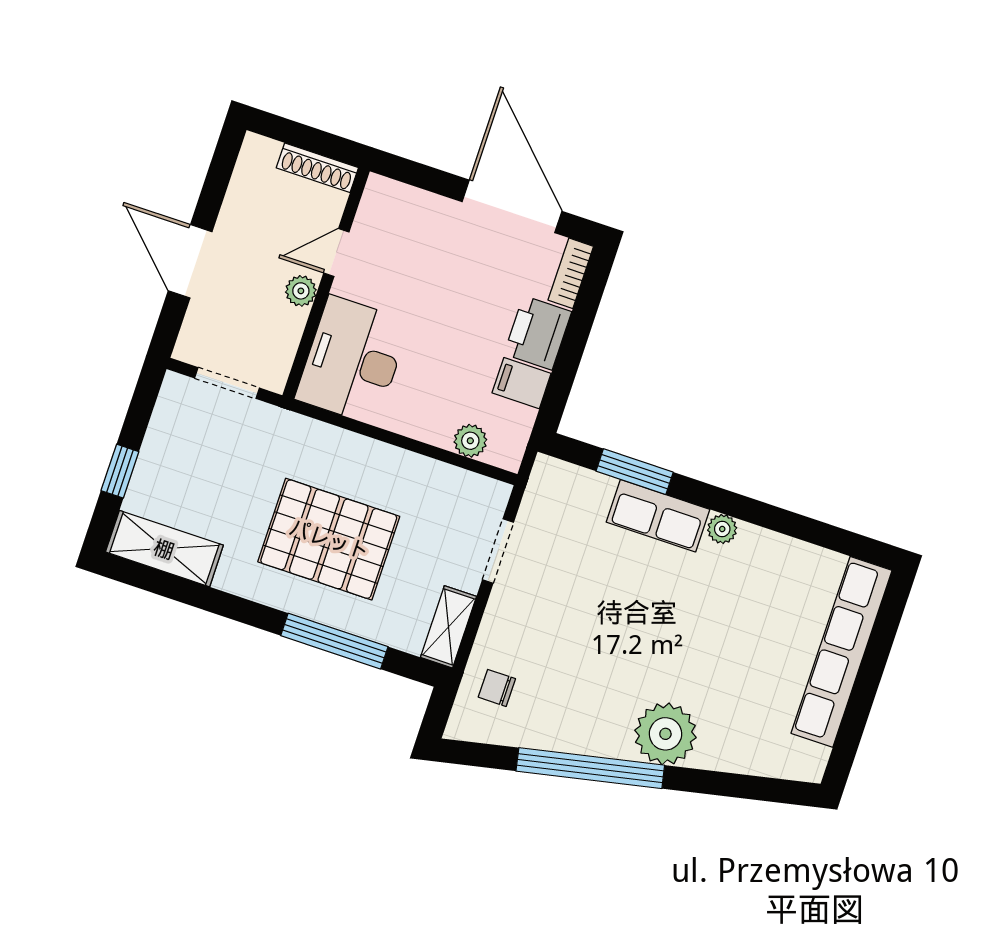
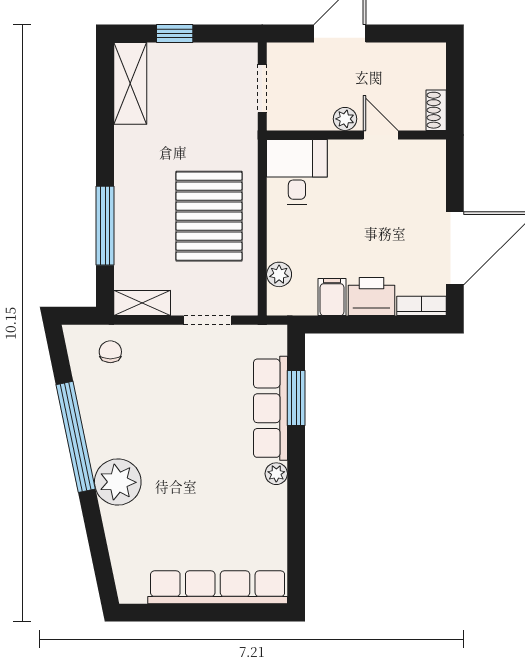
shoe rack: (317, 168) -> (436, 110), width x0.70
desk: (353, 360) -> (297, 172), width x0.73
row of seats: (658, 516) -> (270, 408), width x1.48
pallet: (329, 539) -> (209, 216), moved

